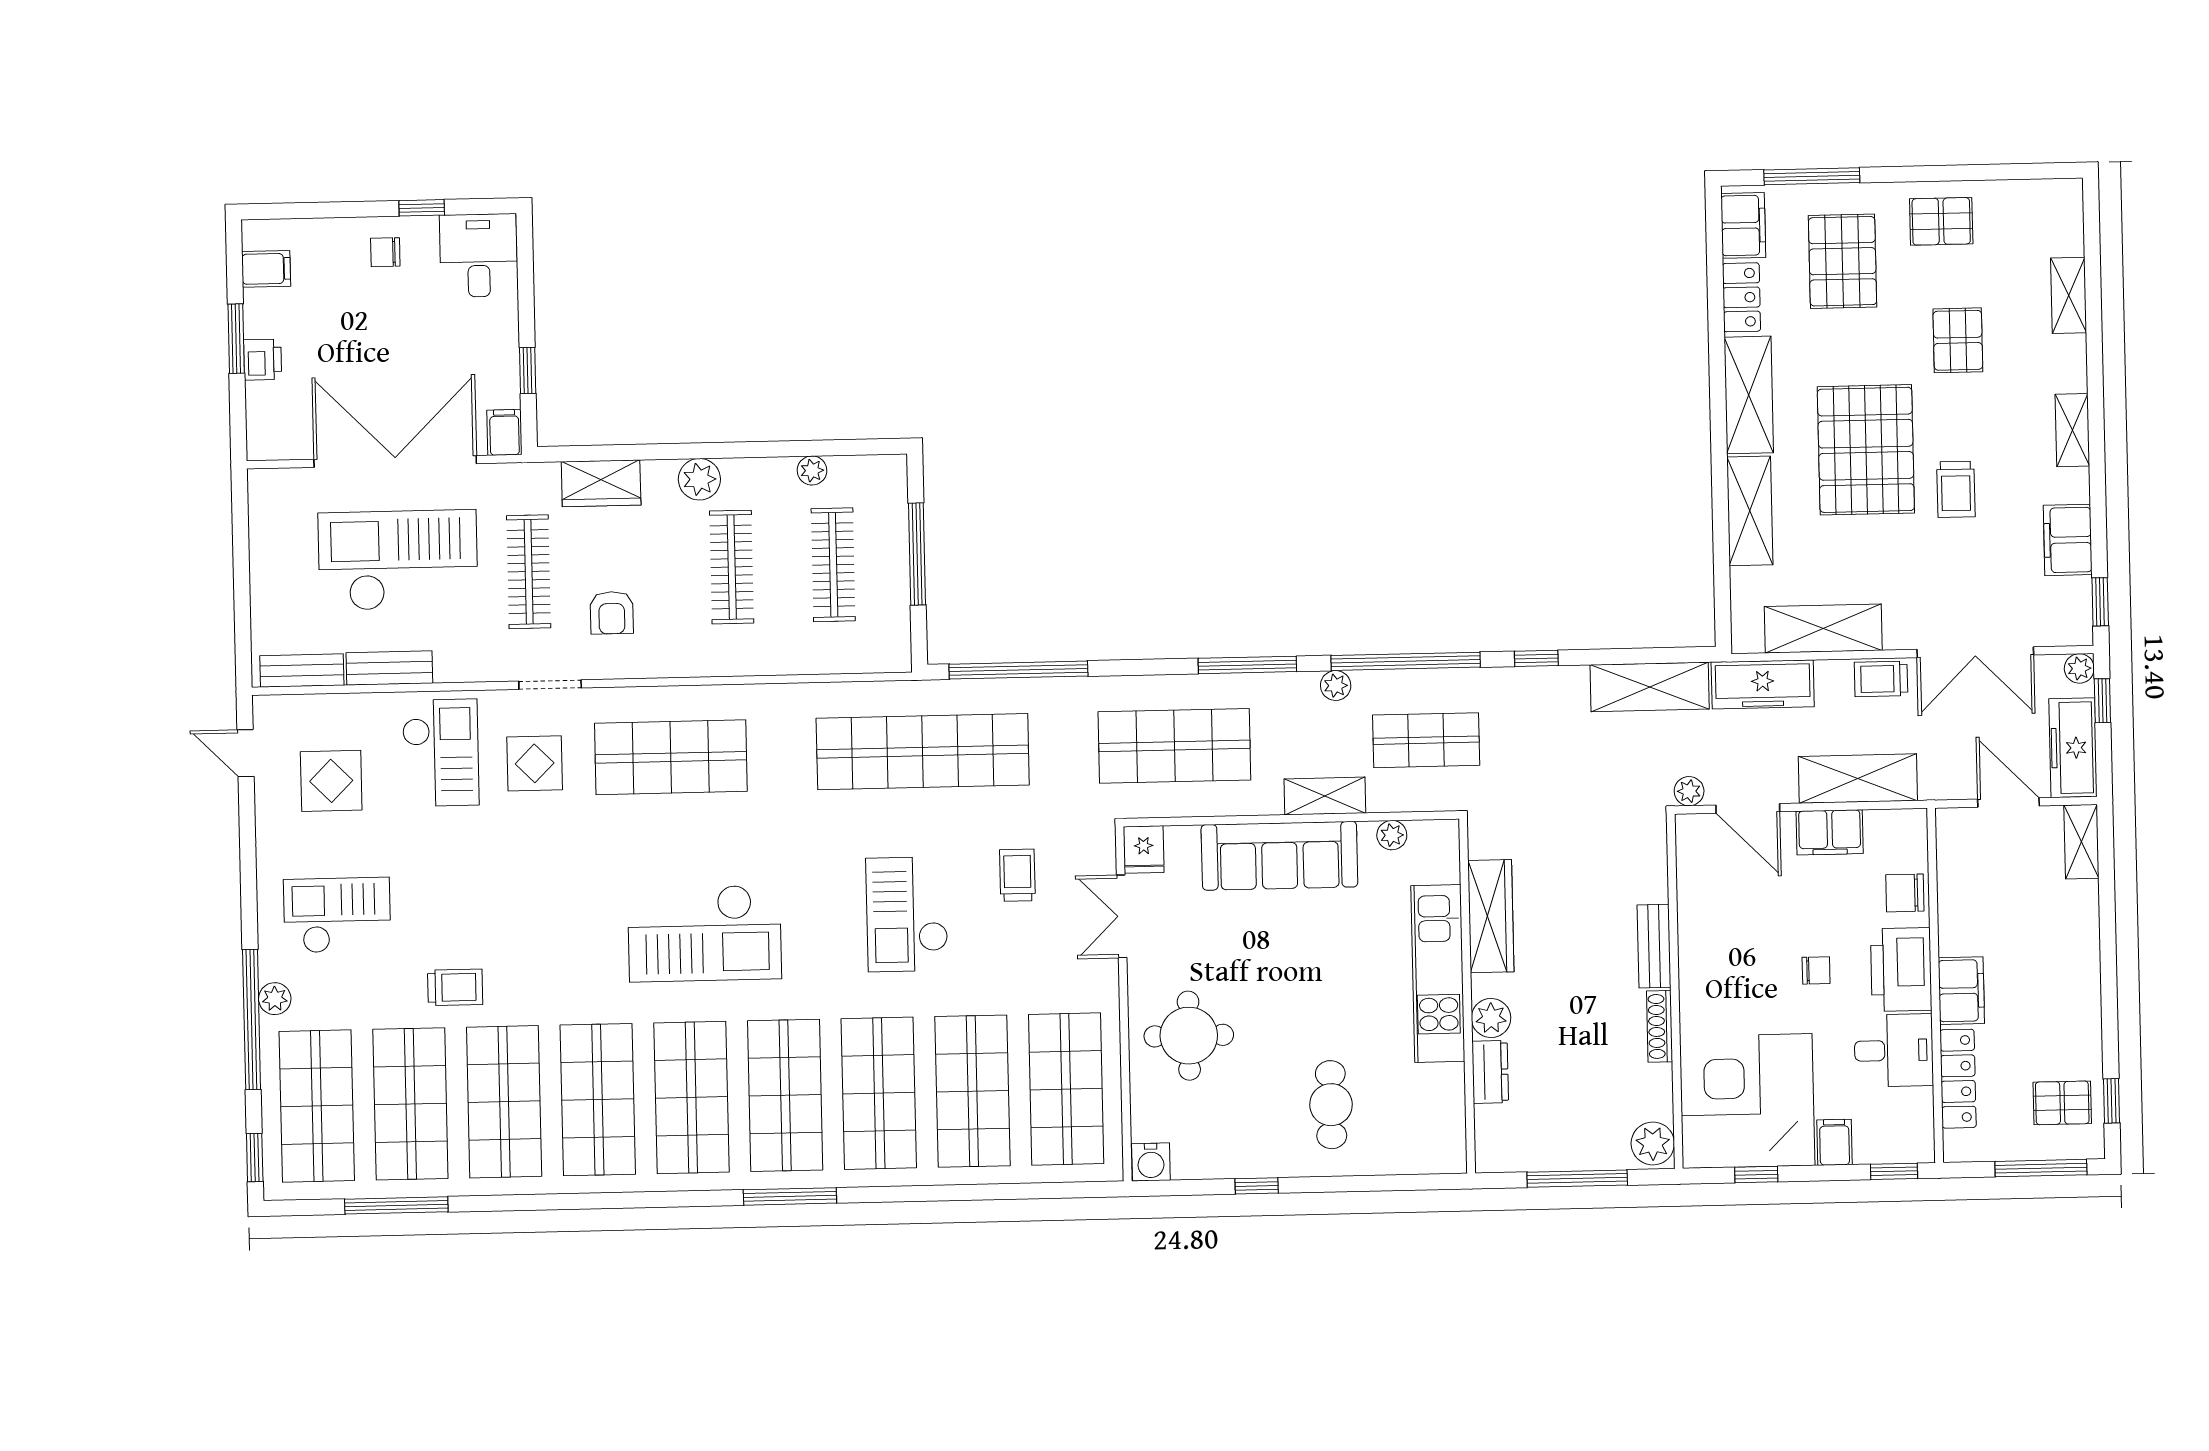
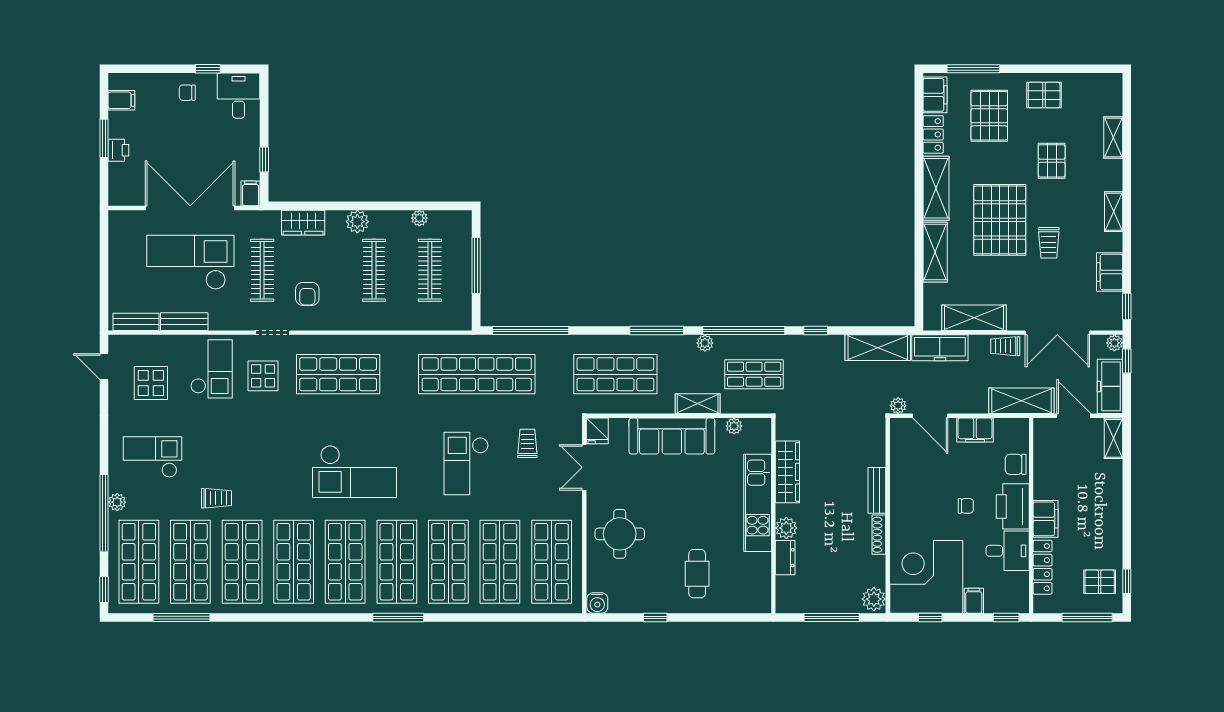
shelving: (1858, 779) -> (1021, 401), moved

